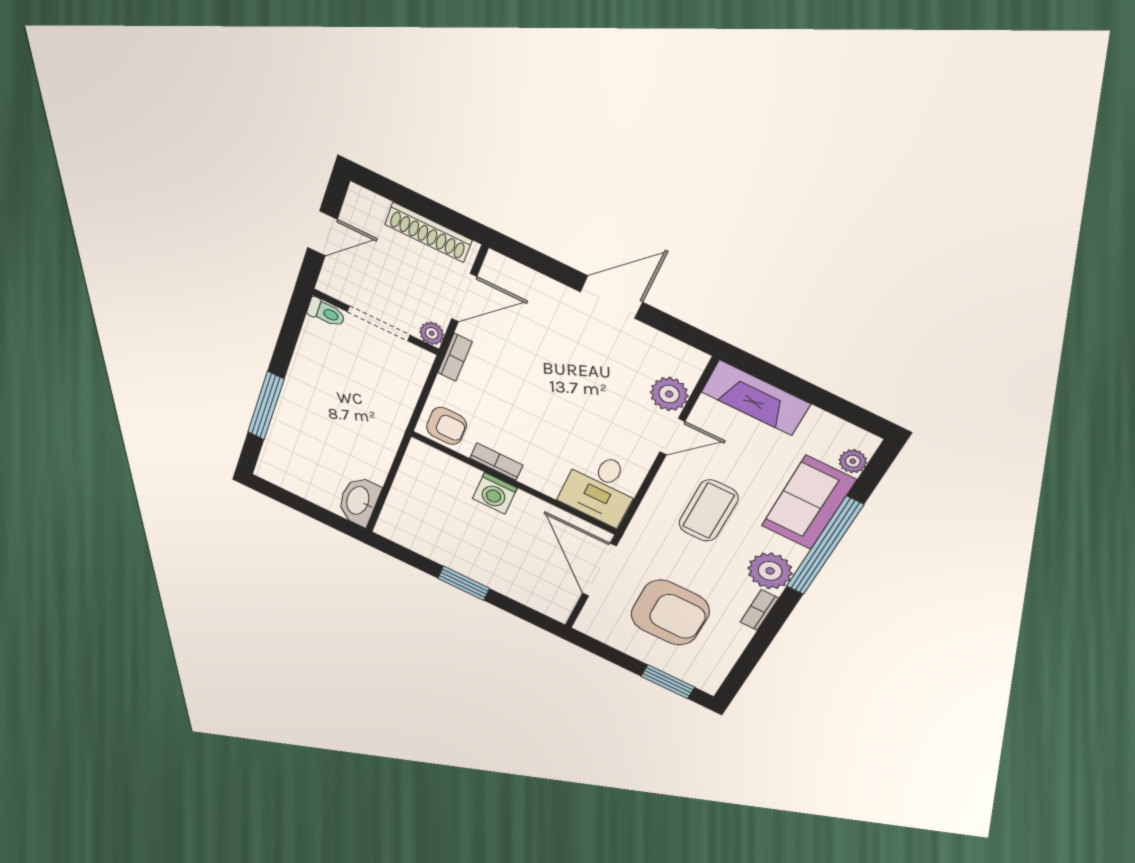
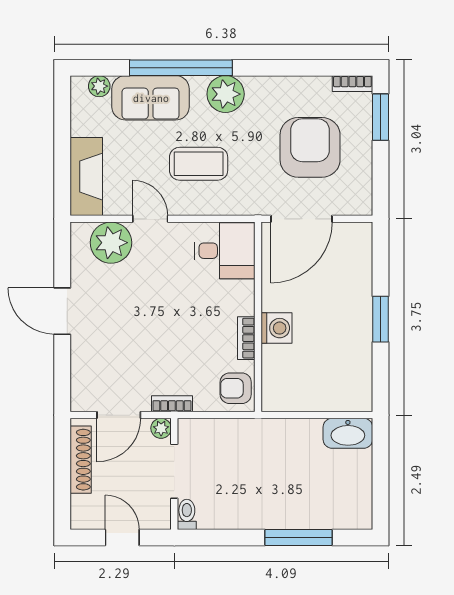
door: (464, 298) -> (119, 415), swing flipped
plant: (669, 394) -> (111, 243), width x1.36, depth x1.36
armchair: (447, 426) -> (236, 388), turned -90
bookcase: (759, 610) -> (352, 84), moved

